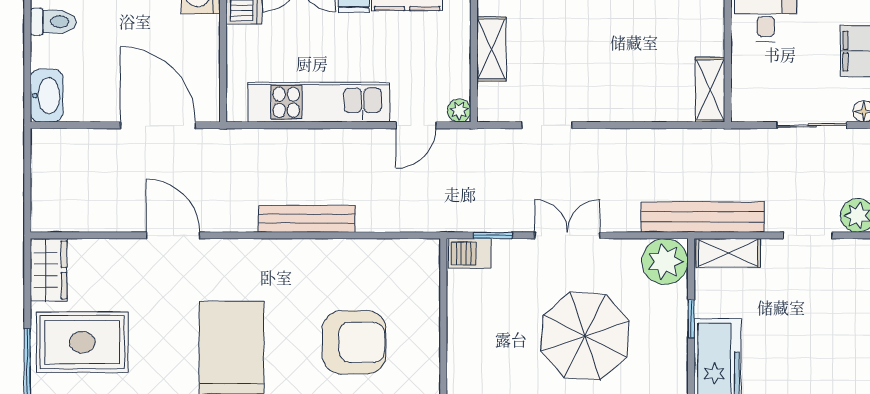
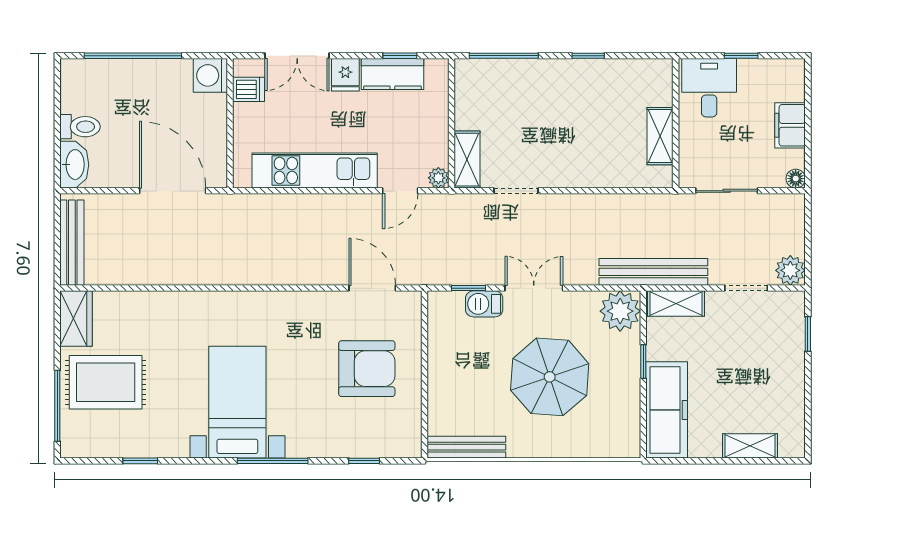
toilet: (53, 22) -> (80, 127), moved
shelving: (492, 49) -> (467, 160), moved
shelving: (710, 90) -> (660, 136), moved
sliding door: (812, 125) -> (727, 191), moved
bench: (307, 219) -> (72, 243), moved, turned 90
door: (173, 235) -> (372, 288), moved
barbecue: (470, 253) -> (484, 304), moved
armchair: (354, 342) -> (367, 369), moved

